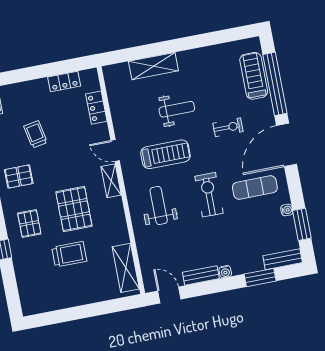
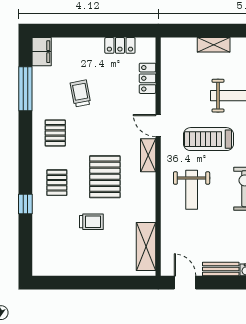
shelving: (153, 66) -> (214, 45), width x0.67, depth x0.75
treadmill: (165, 154) -> (209, 139), turned 180
pallet: (19, 177) -> (55, 133), turned 90
weight bench: (159, 206) -> (192, 190), turned 180
trolley: (69, 254) -> (91, 222), width x0.73, depth x0.72

